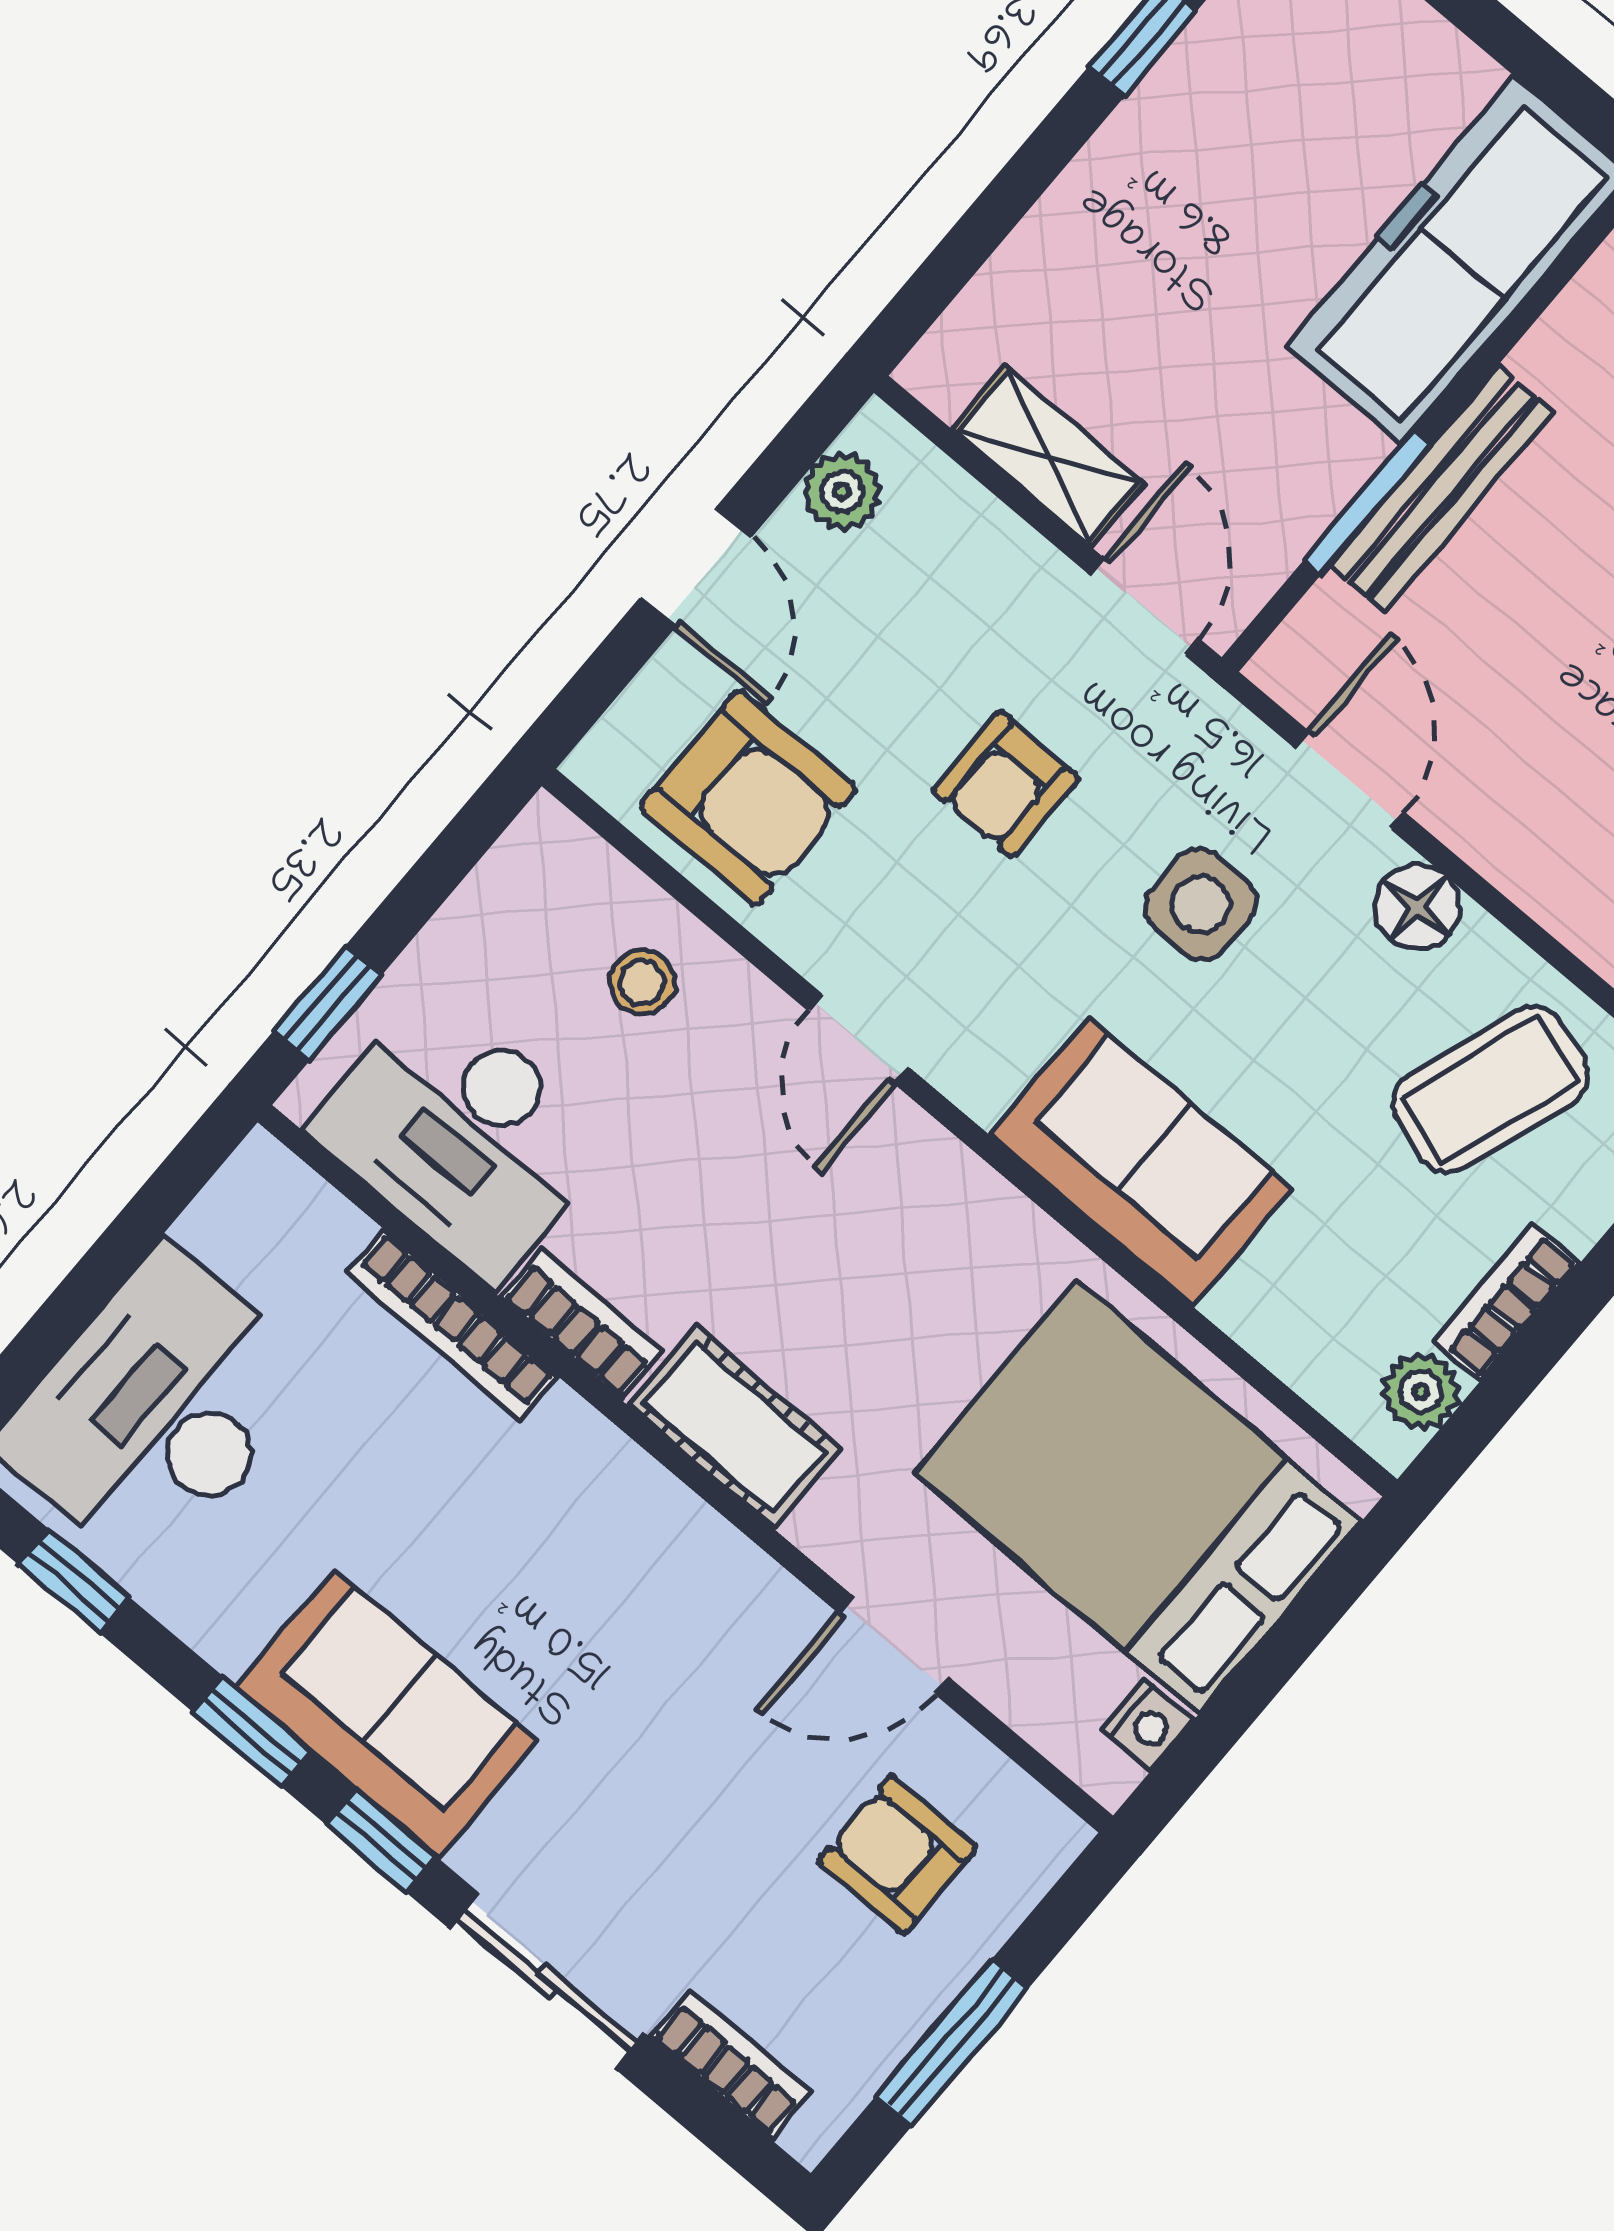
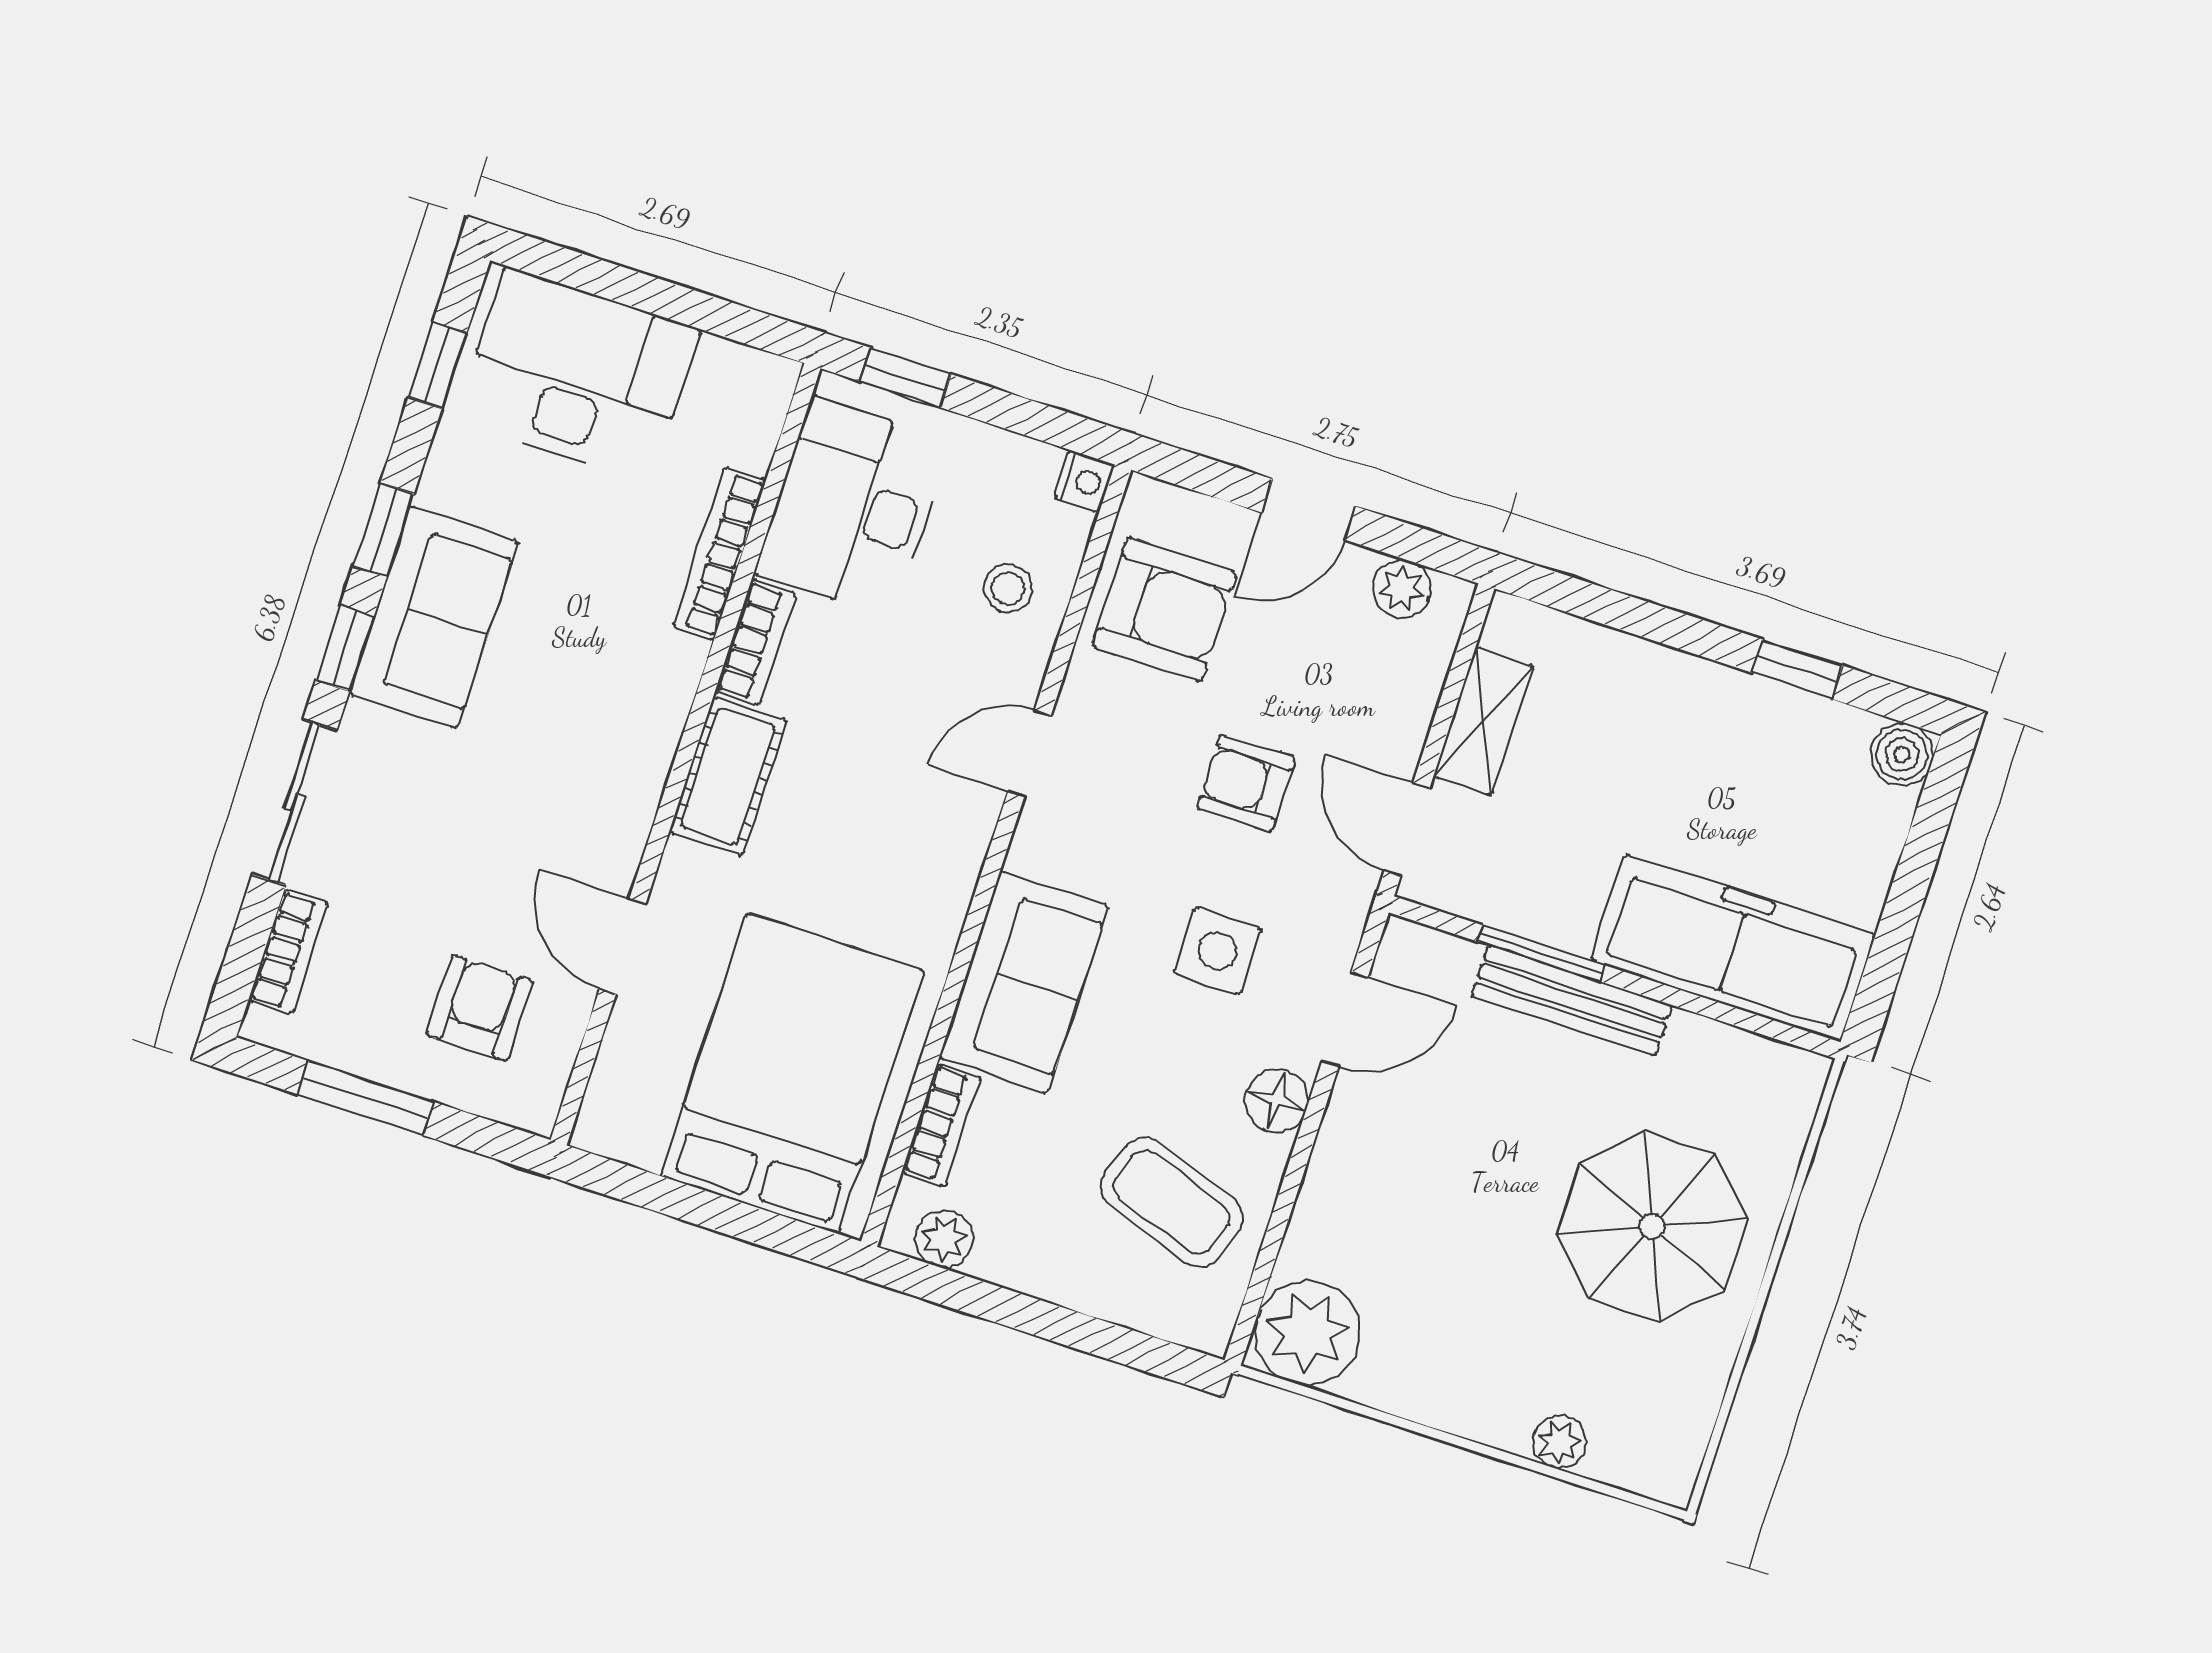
door: (1145, 607) -> (1407, 829), swing flipped
armchair: (748, 798) -> (1165, 610), turned -90
bookcase: (1506, 1302) -> (941, 1125), moved, turned 90
nightstand: (1147, 1725) -> (1084, 481), moved, turned -90

